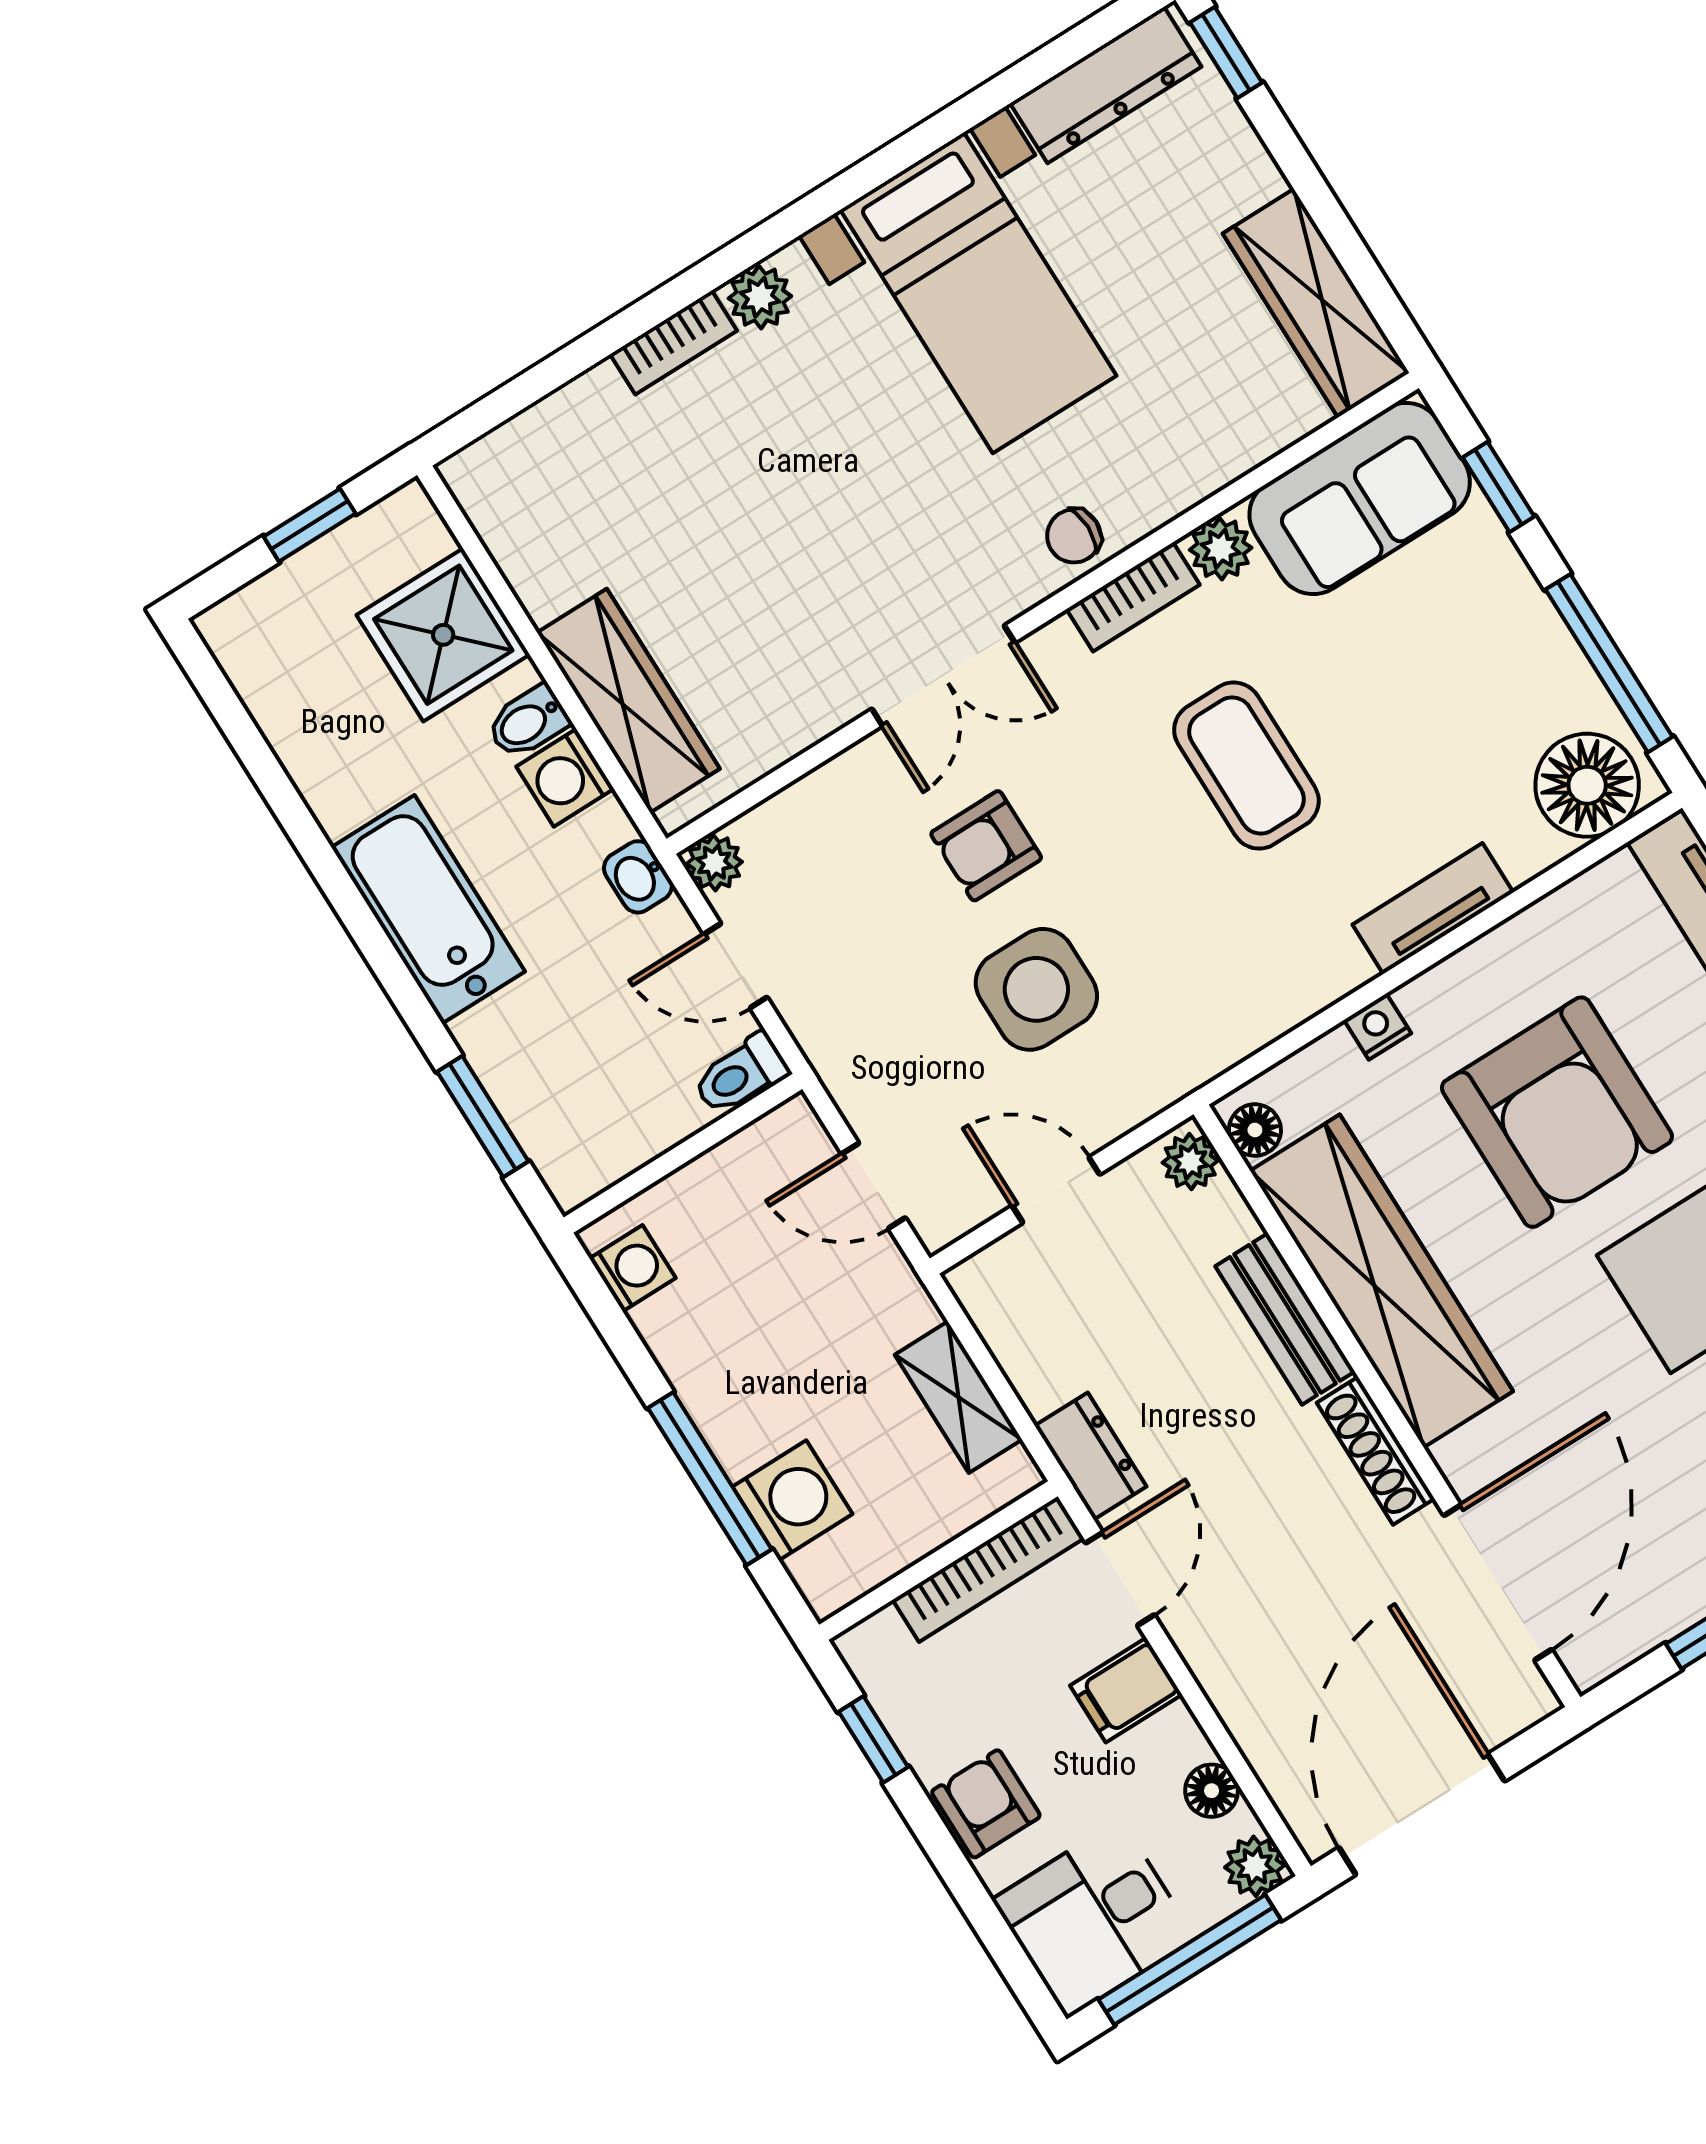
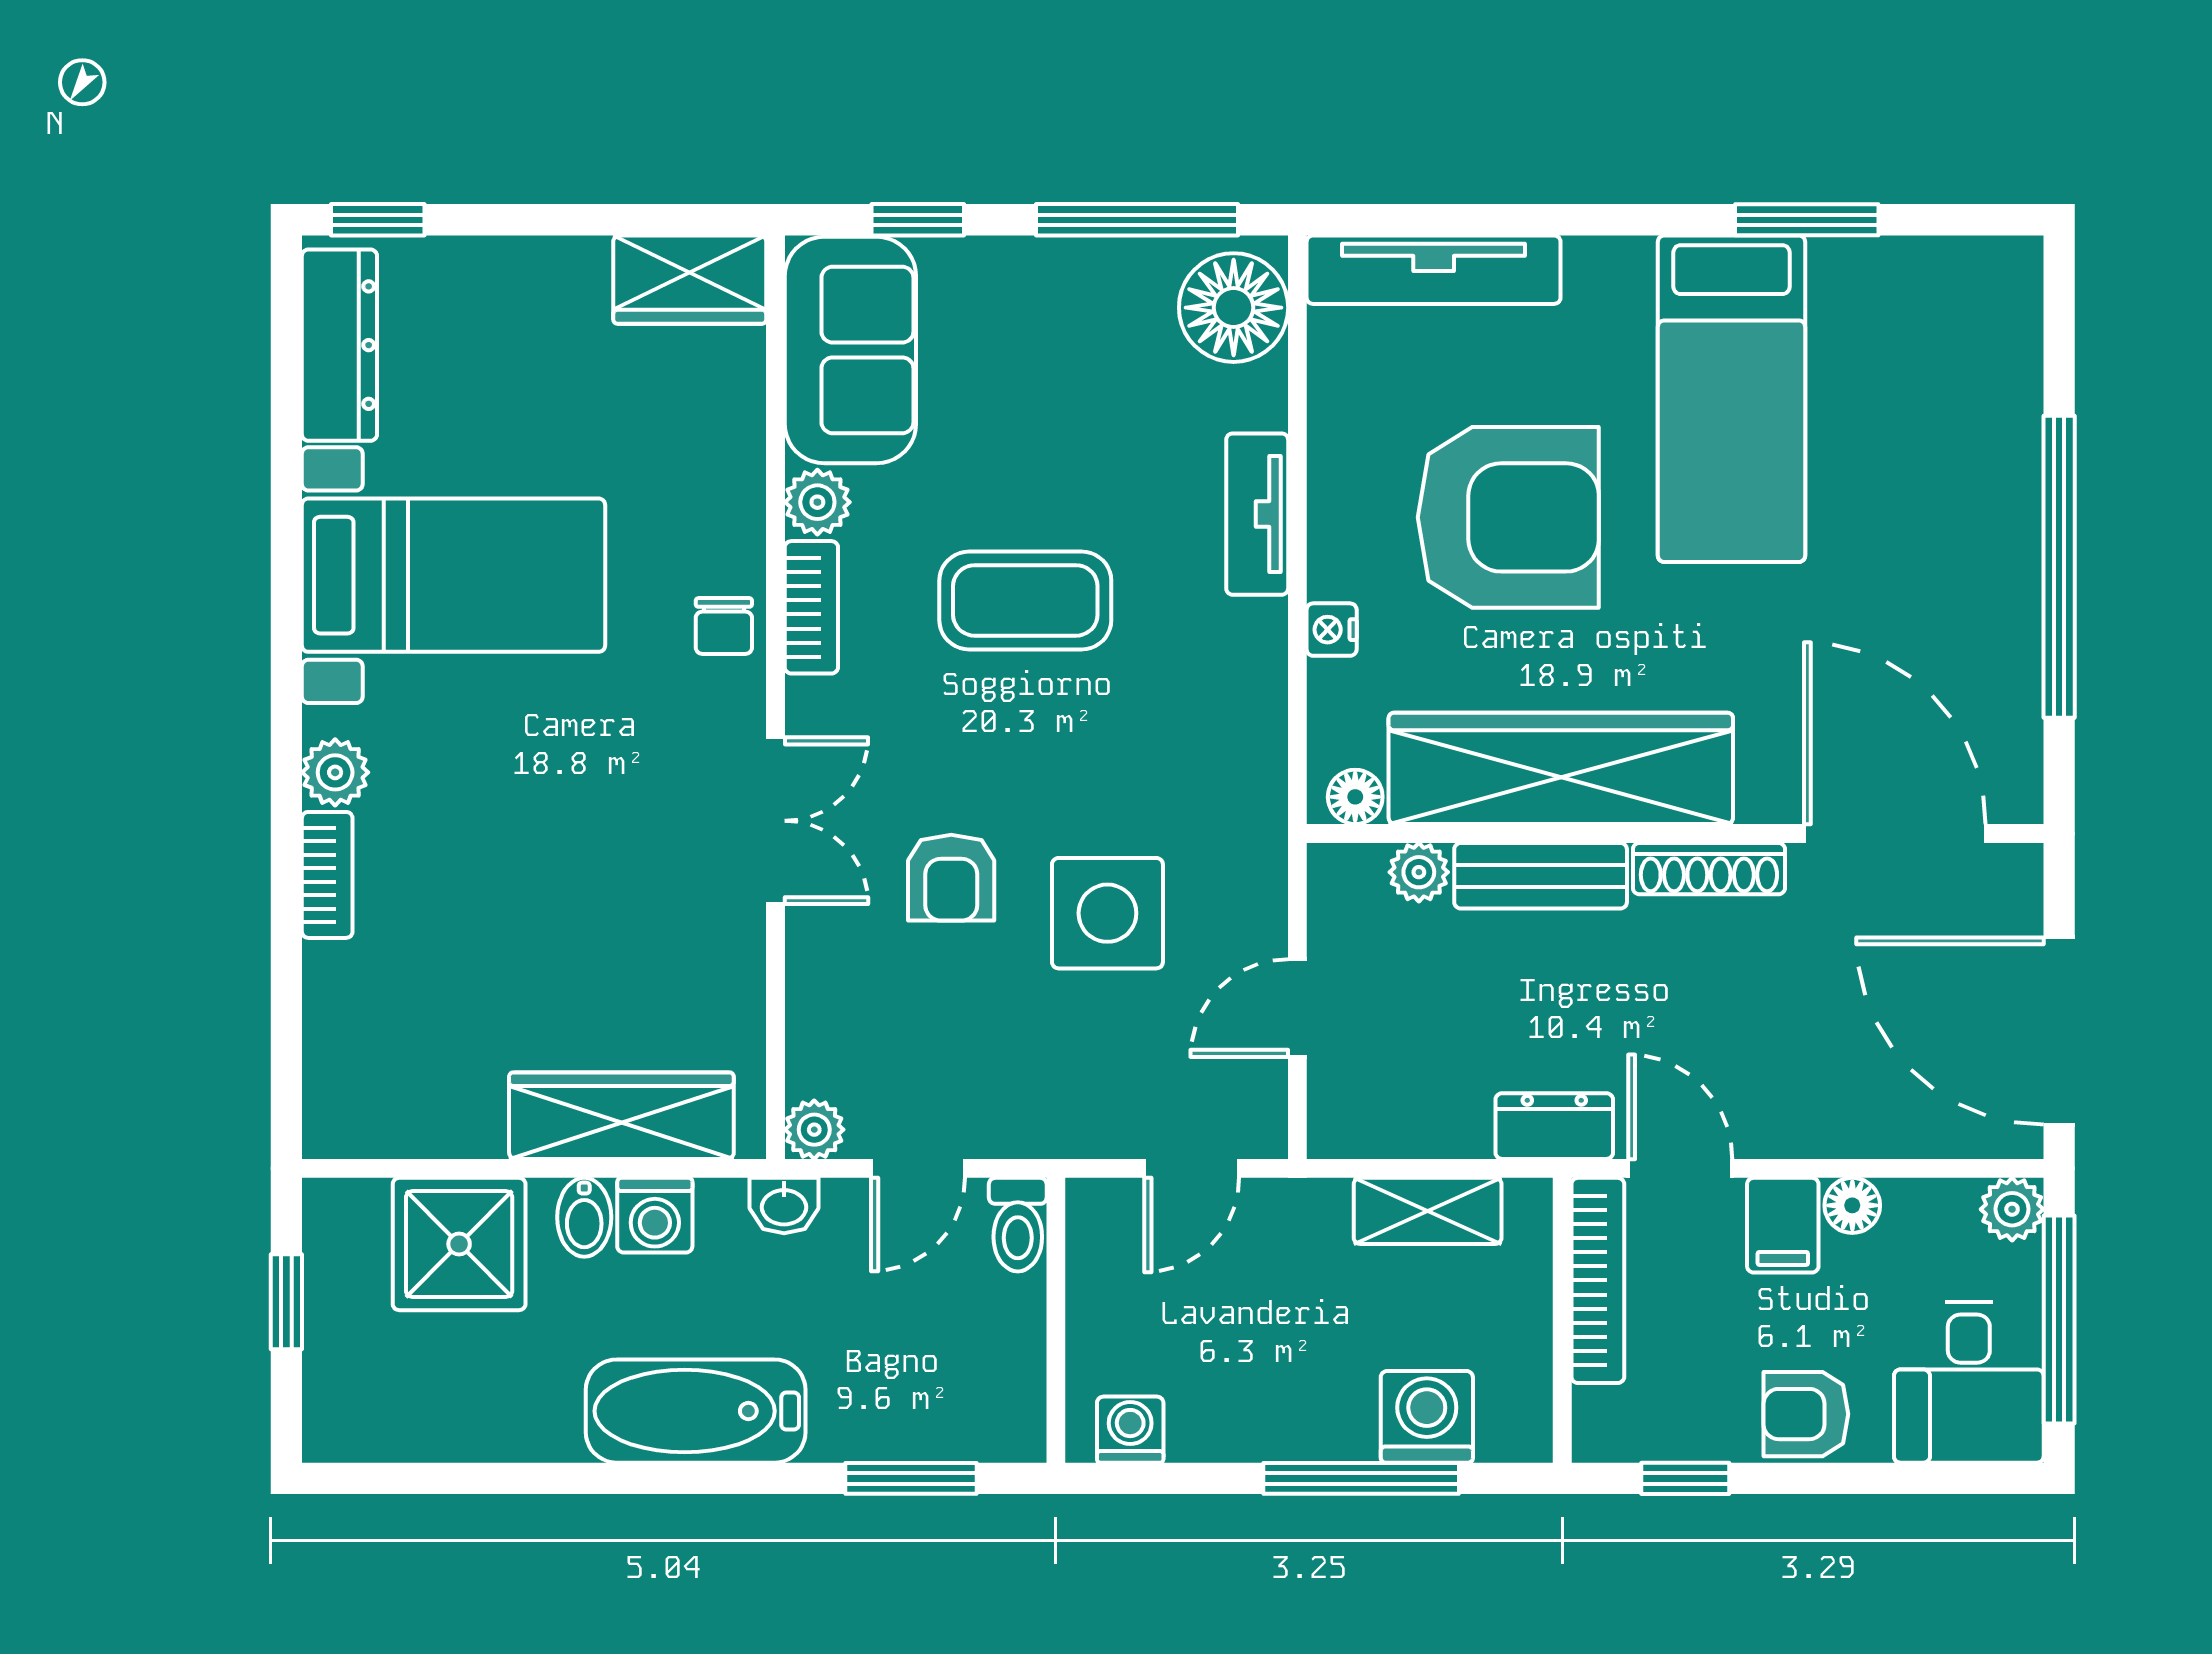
wardrobe: (1316, 303) -> (690, 280), width x0.67
plant: (1190, 1162) -> (1419, 872), moved
floor lamp: (1212, 1791) -> (1852, 1205), moved

